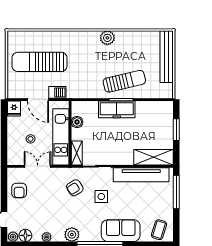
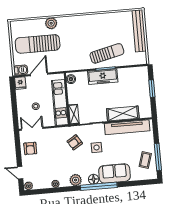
plant: (107, 38) -> (51, 23), moved
barbecue: (57, 92) -> (21, 70), moved
door: (38, 100) -> (39, 74), swing flipped
boiler: (77, 122) -> (71, 79), moved
shelving: (153, 157) -> (123, 113), moved
double door: (38, 166) -> (32, 129), moved
window: (176, 192) -> (158, 157), moved
coffee table: (159, 230) -> (145, 160), moved
floor lamp: (25, 235) -> (94, 179), moved

